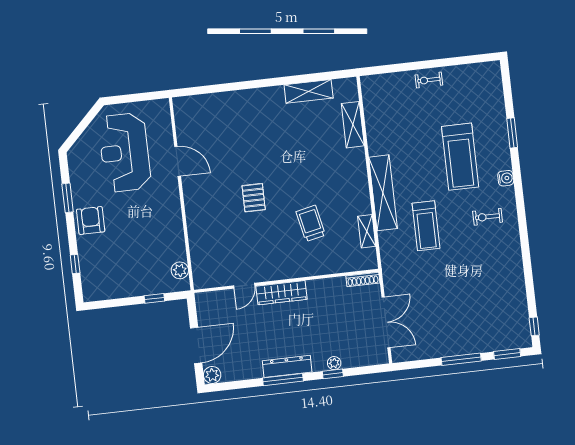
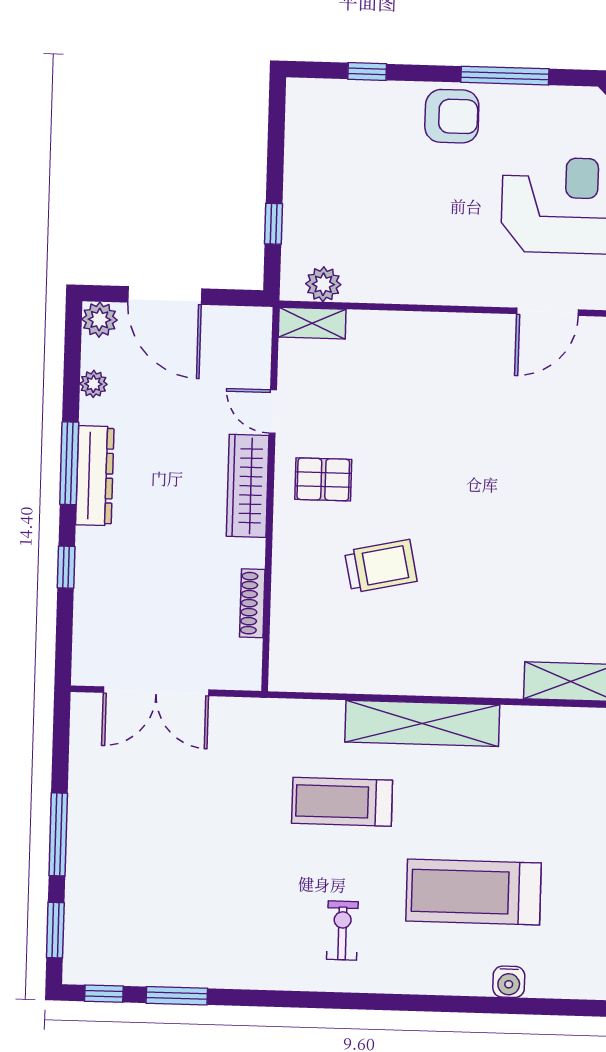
window: (512, 133) -> (177, 996), moved
water cooler: (506, 178) -> (509, 982), moved
window: (68, 198) -> (505, 76), width x1.44
pallet: (254, 198) -> (323, 479), moved
shelving: (367, 231) -> (312, 323), moved
shoe rack: (363, 279) -> (252, 603), moved
plant: (334, 363) -> (93, 384), moved

